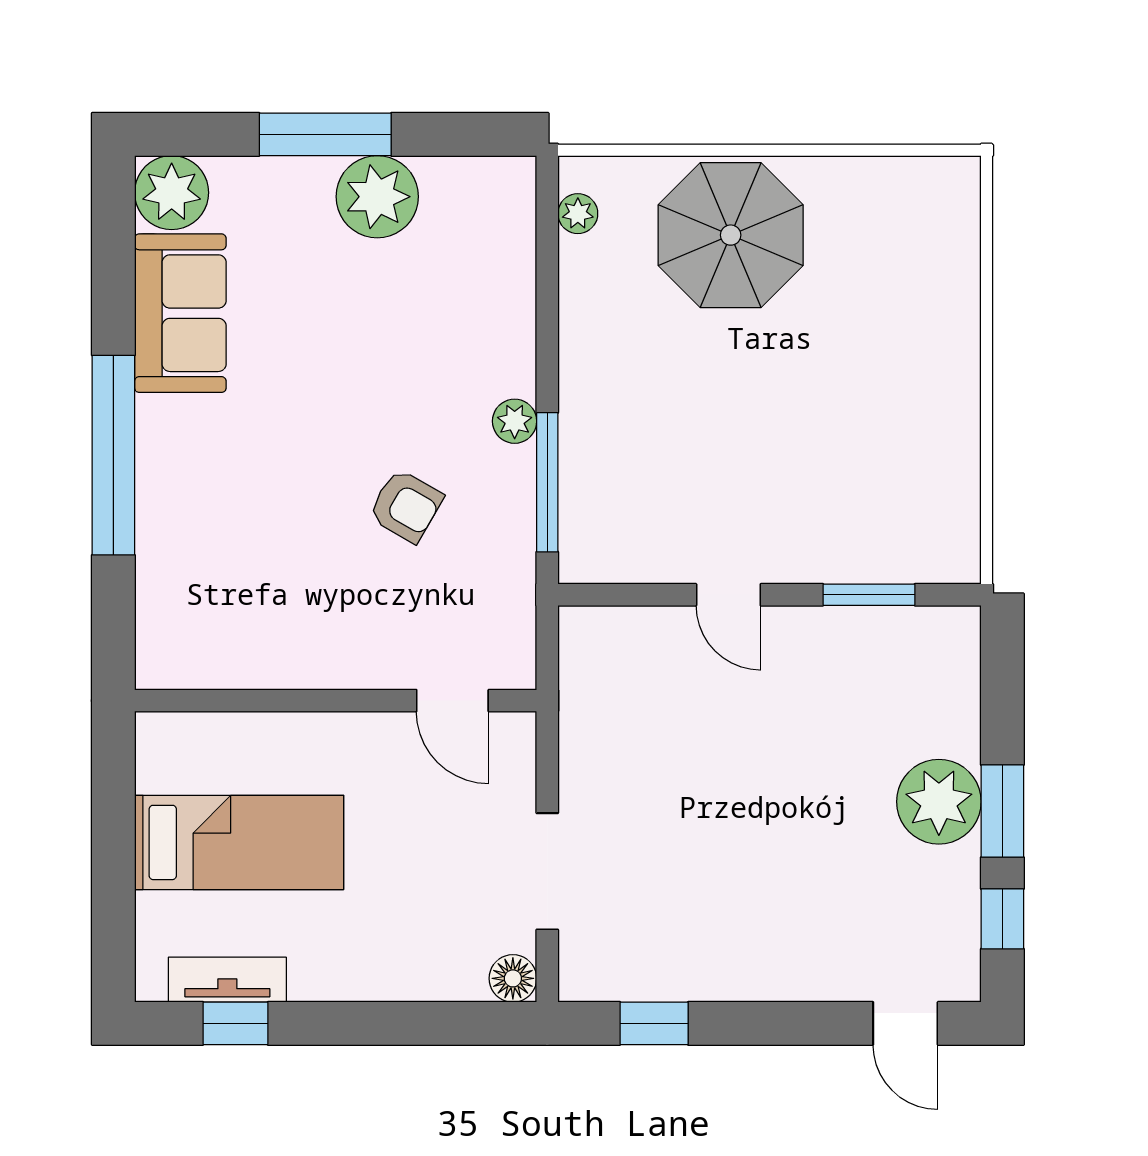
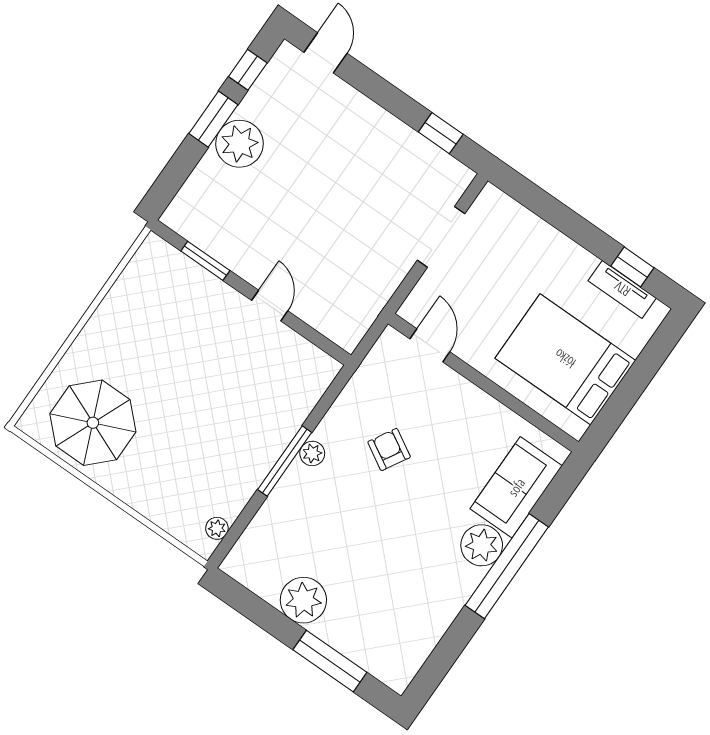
window: (325, 134) -> (330, 661), moved
plant: (172, 193) -> (482, 545), moved
parasol: (731, 235) -> (93, 423), moved
sofa: (180, 313) -> (516, 487), moved
window: (547, 482) -> (285, 461), moved
bed: (239, 842) -> (565, 359), width x1.50
floor lamp: (513, 978) -> (491, 199), removed

